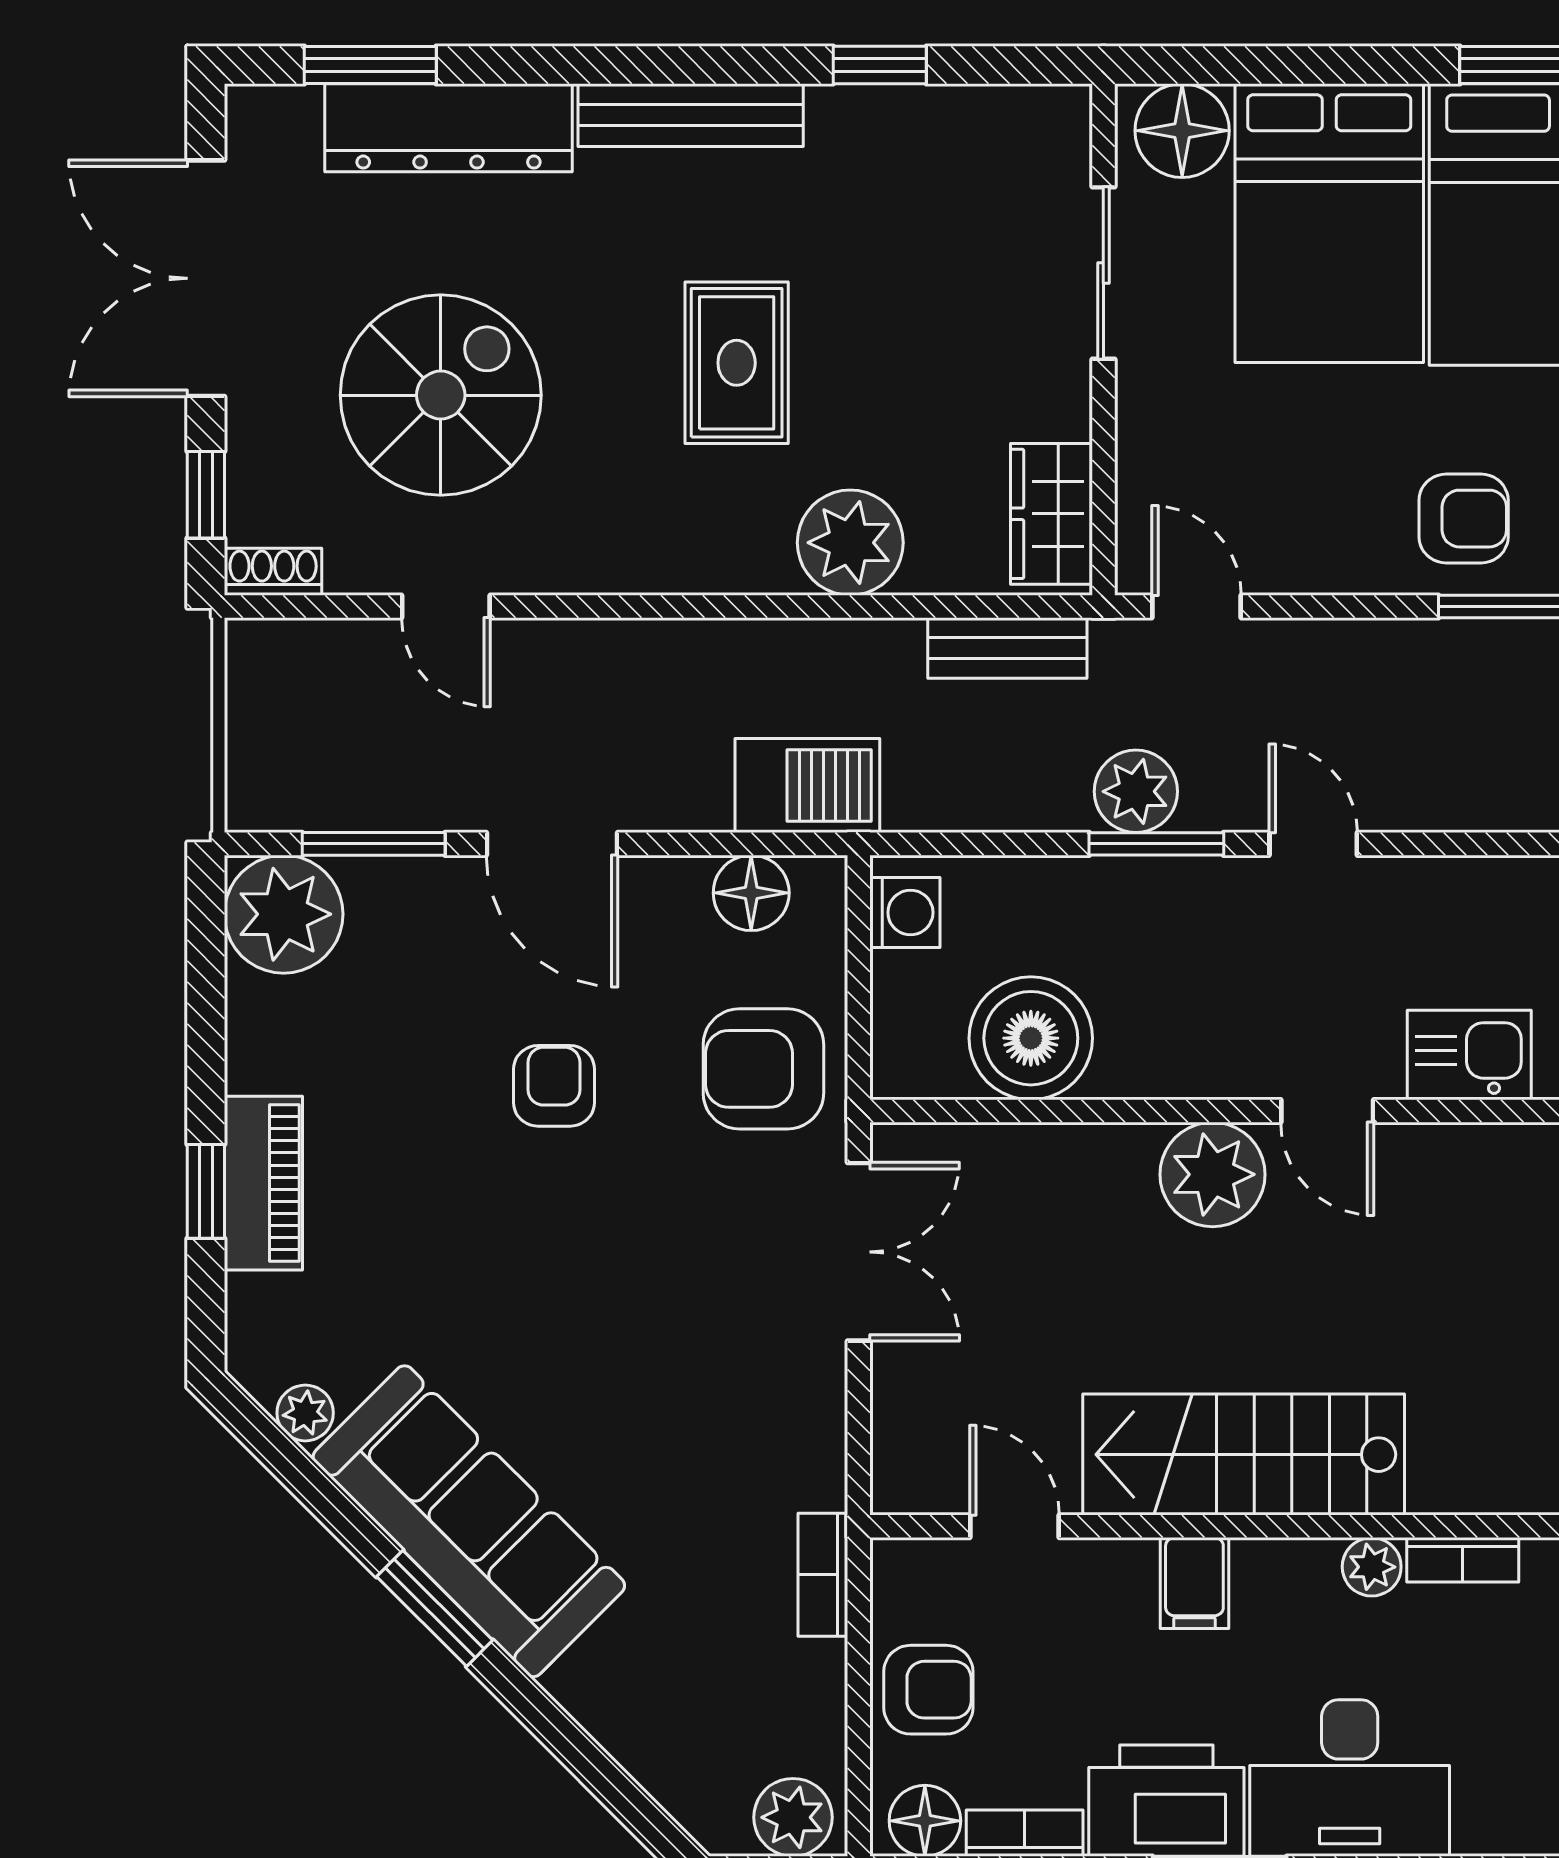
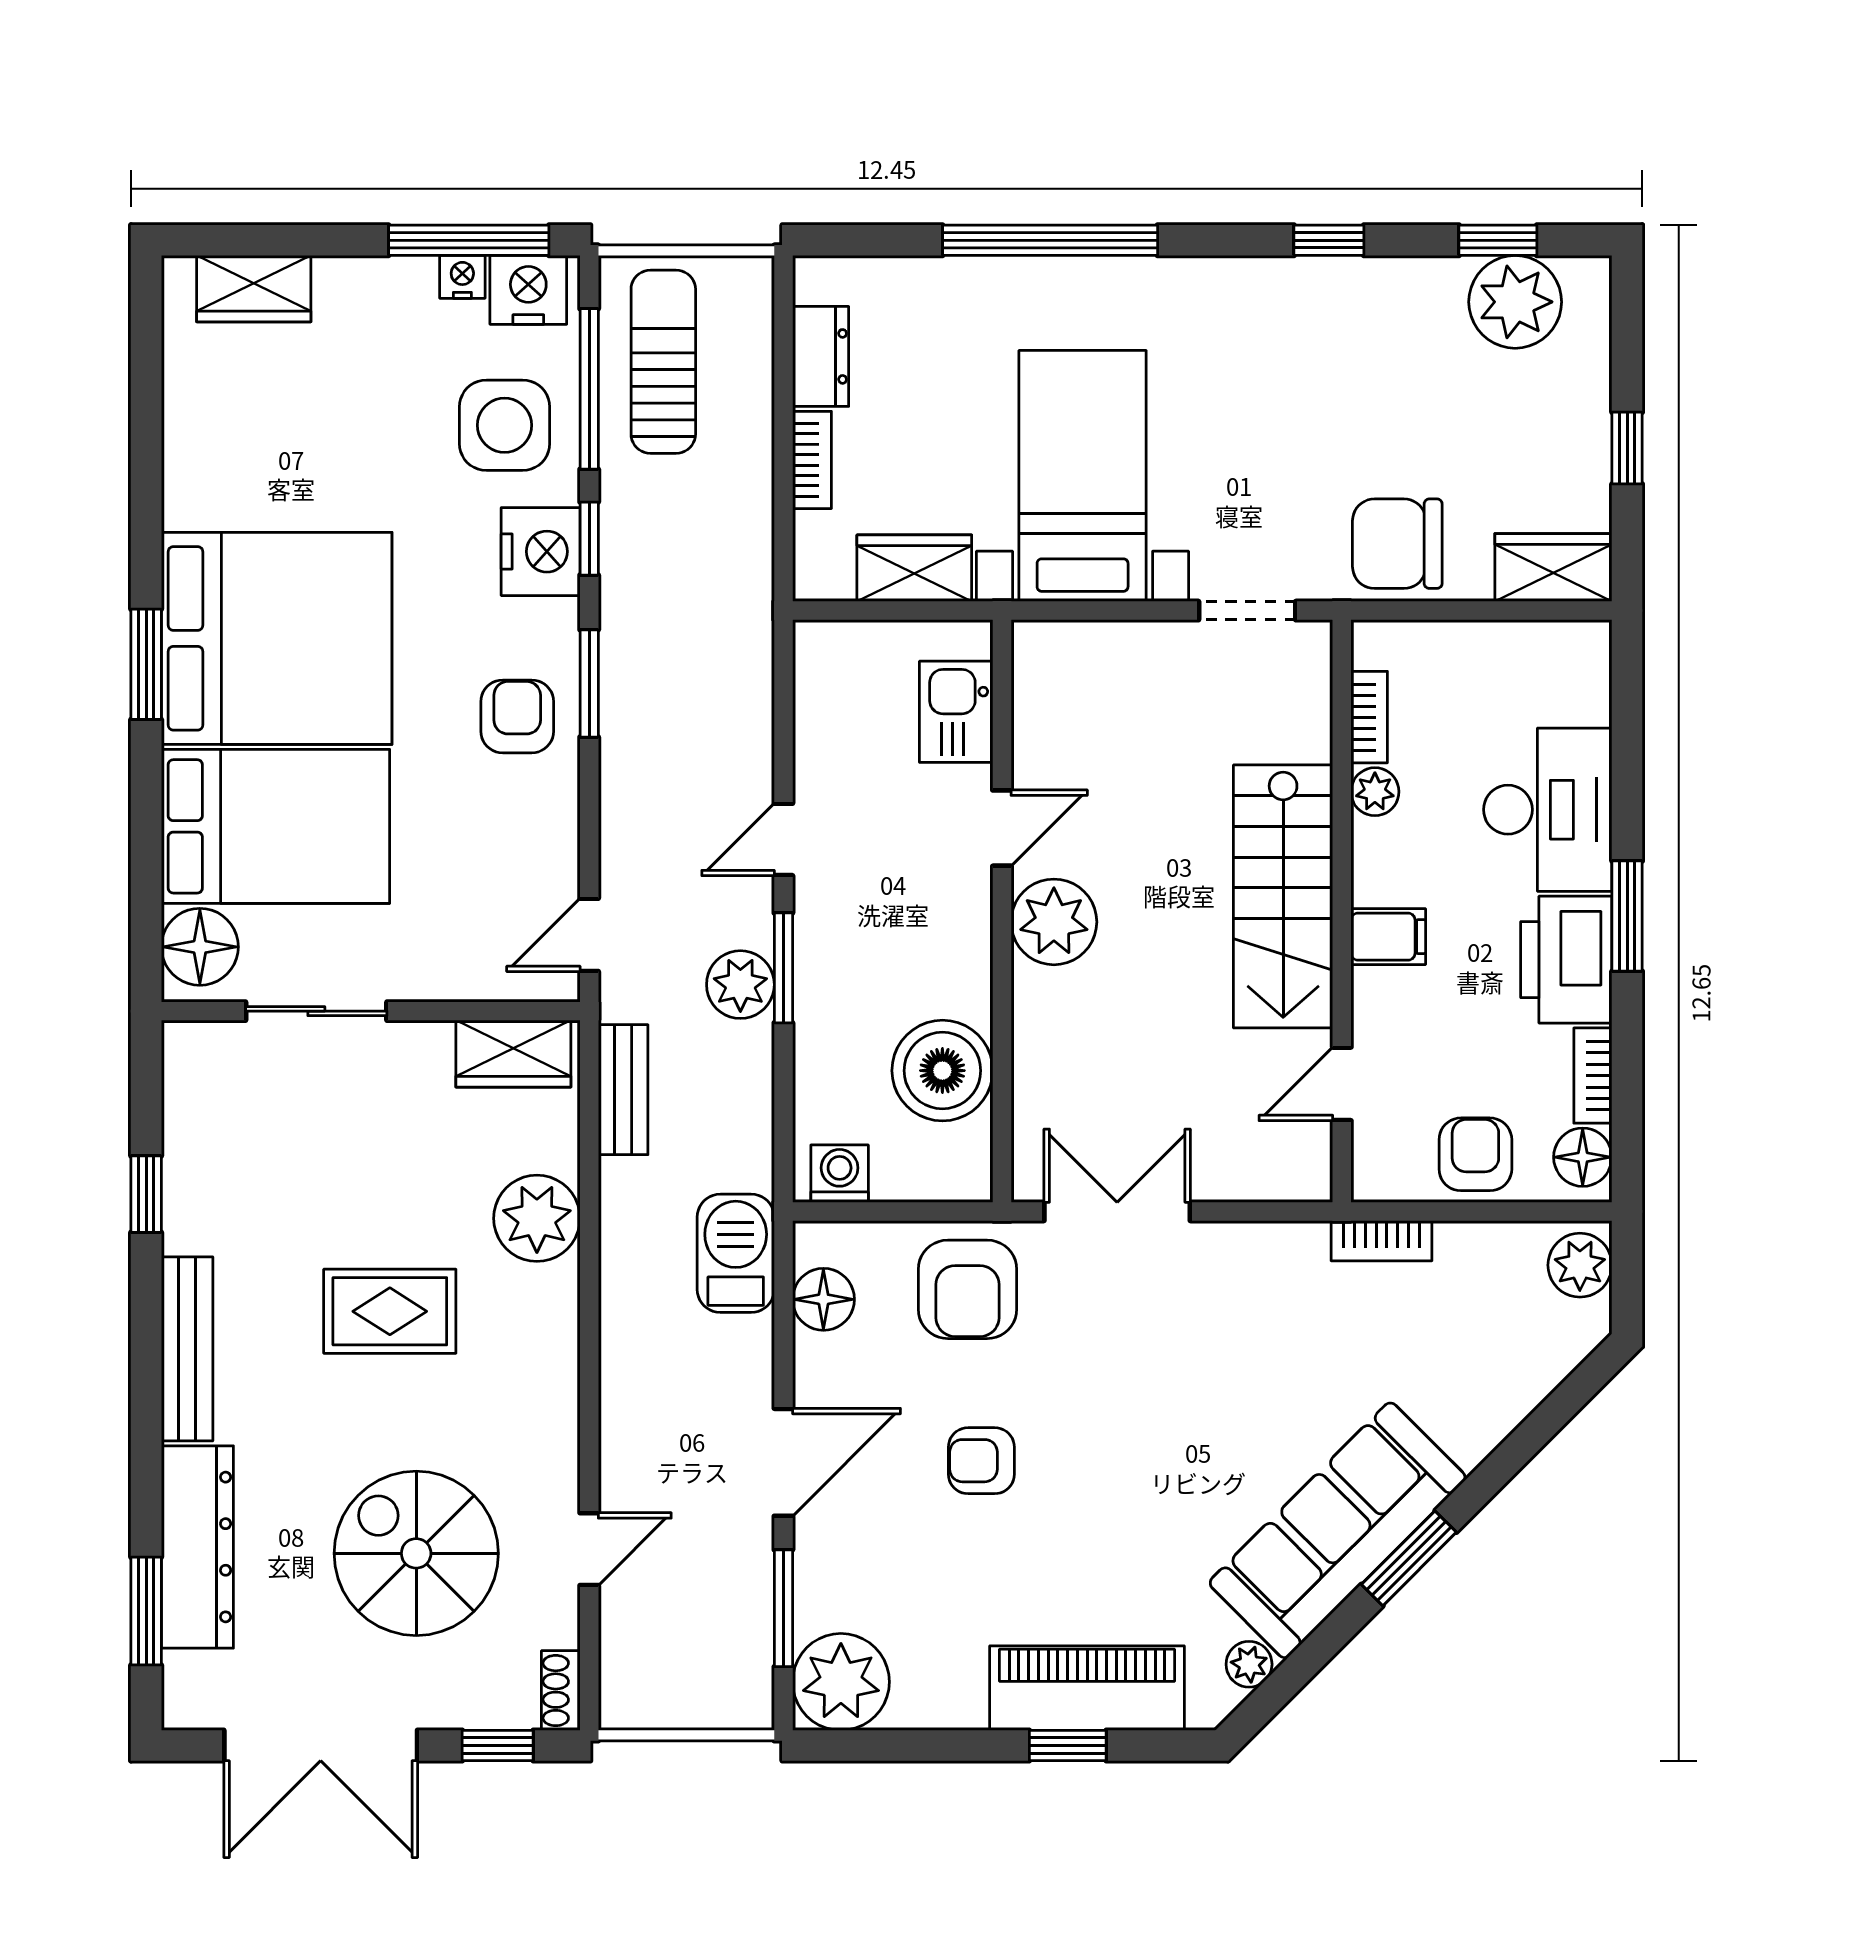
piano: (263, 1183) -> (1087, 1688), width x1.37, depth x1.33

